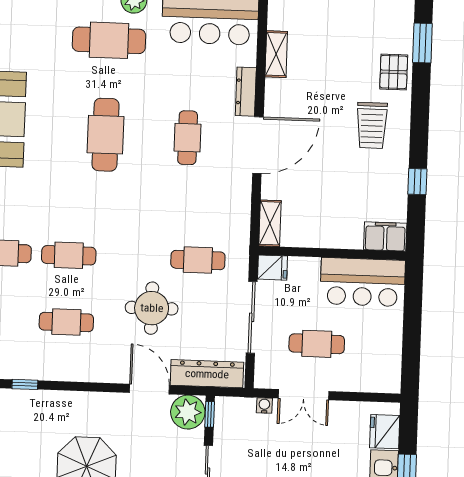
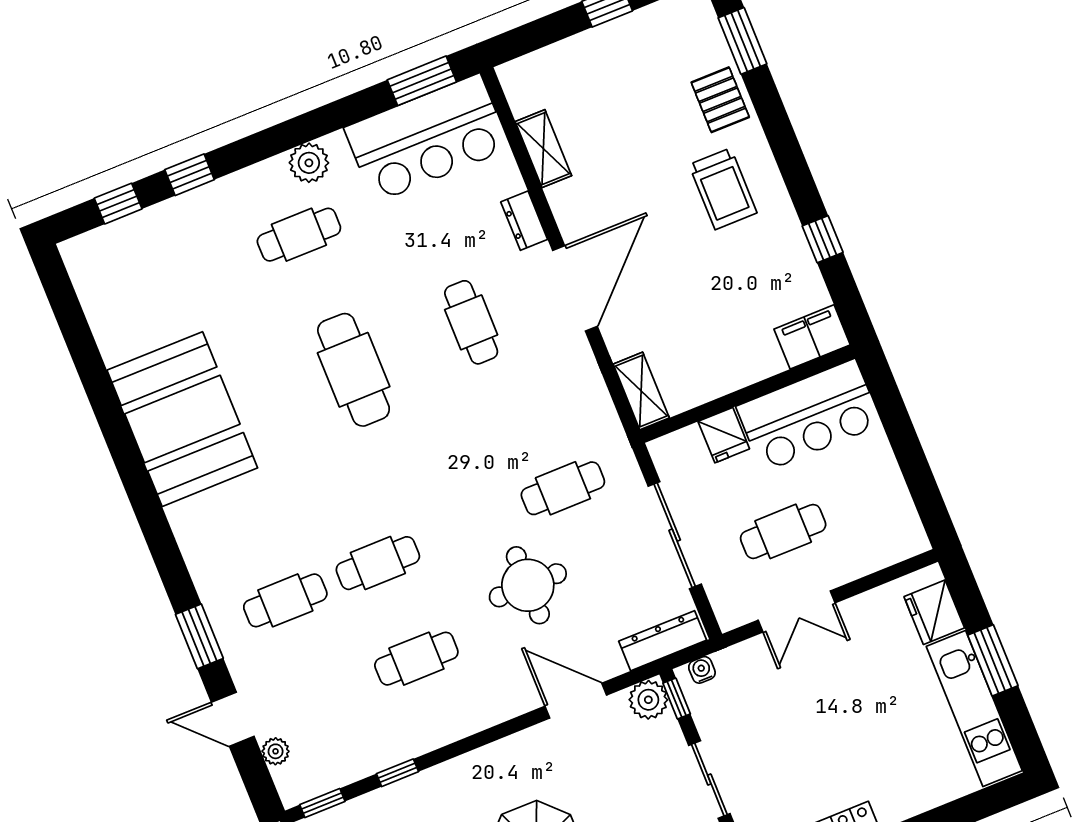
cafe table: (109, 40) -> (299, 235), width x0.73, depth x0.74
dresser: (246, 92) -> (524, 221), width x0.70
fridge: (273, 268) -> (724, 435), moved, turned 90
dresser: (207, 374) -> (663, 641), width x0.73, depth x0.80
water cooler: (264, 405) -> (702, 670), moved
plant: (188, 412) -> (648, 700), width x0.73, depth x0.73

